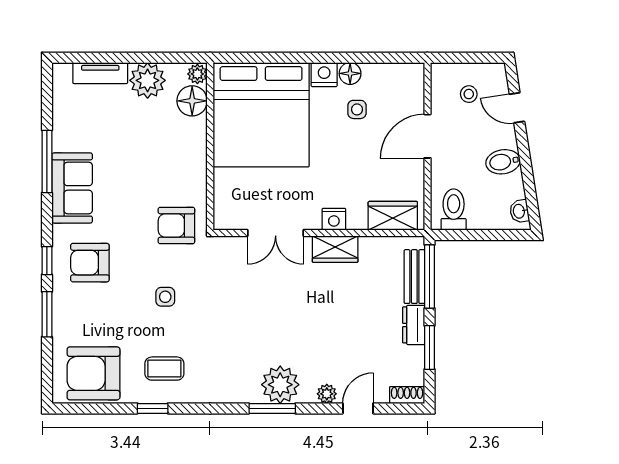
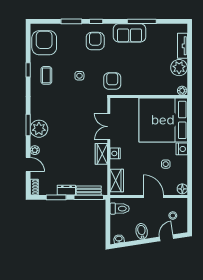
floor lamp: (350, 73) -> (182, 189), moved
floor lamp: (192, 101) -> (170, 88), removed

